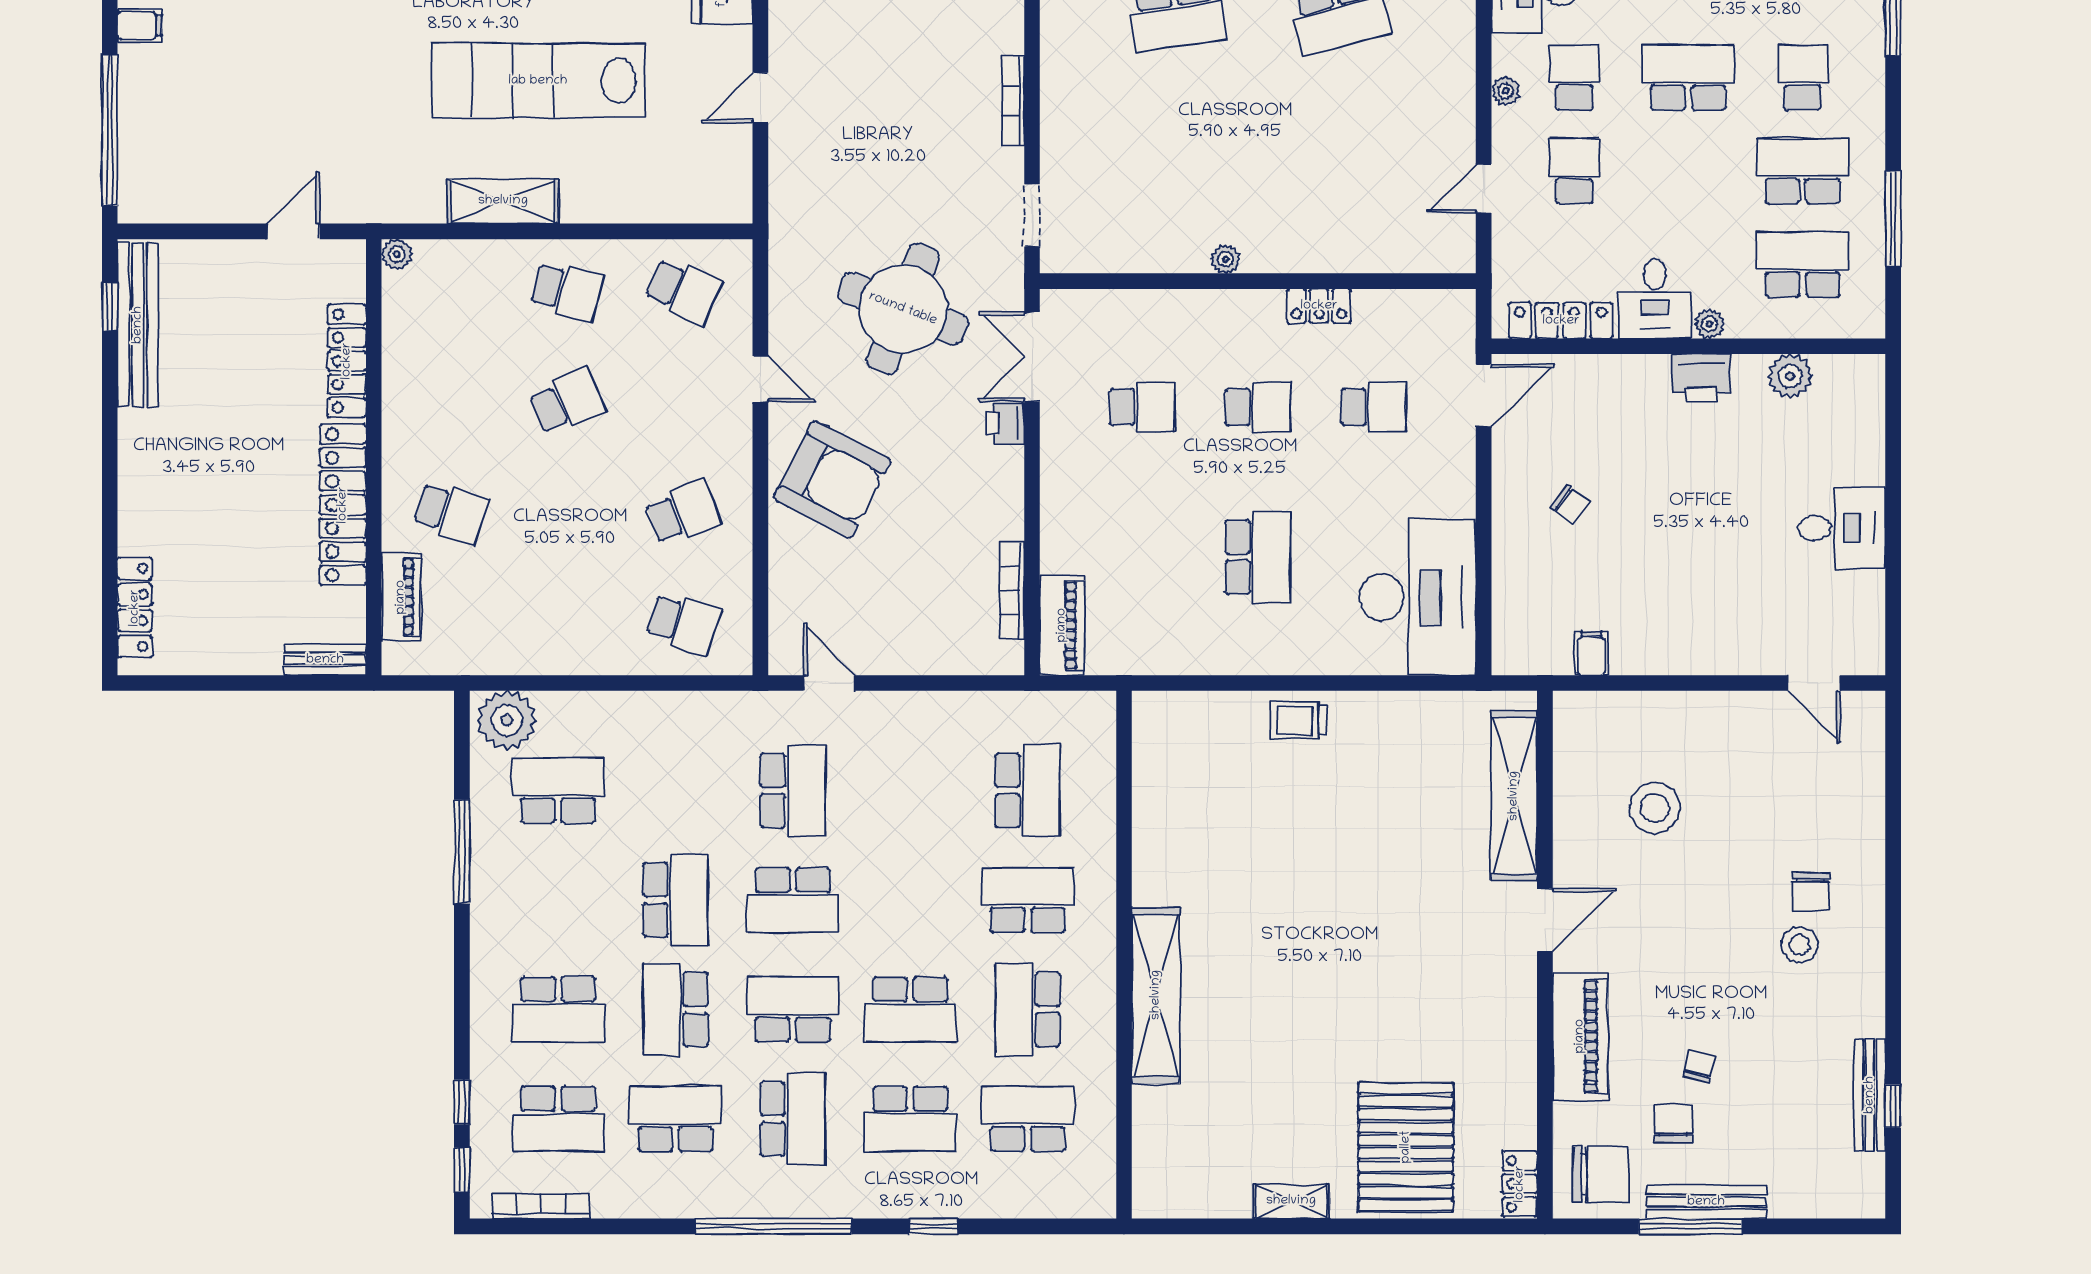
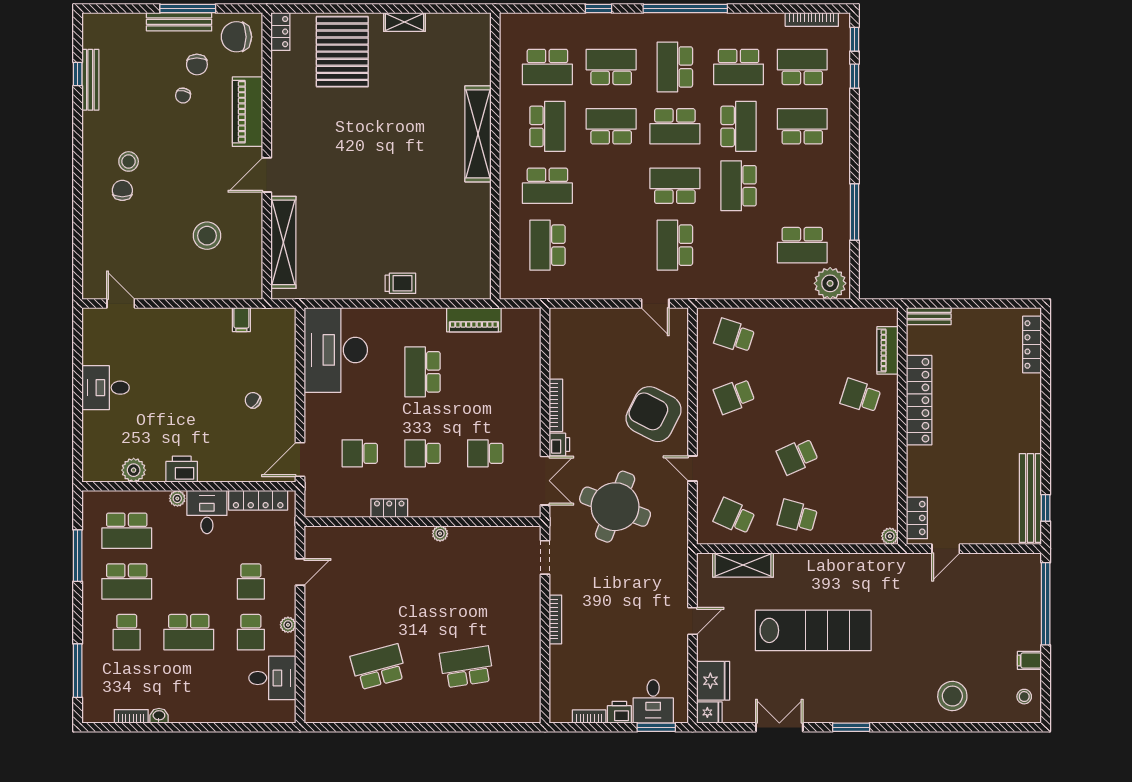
shelving: (503, 201) -> (743, 565), moved
locker: (347, 361) -> (917, 518), moved, width x0.66
bookcase: (1012, 590) -> (556, 405), moved
piano: (1062, 625) -> (474, 320), moved, turned -90

